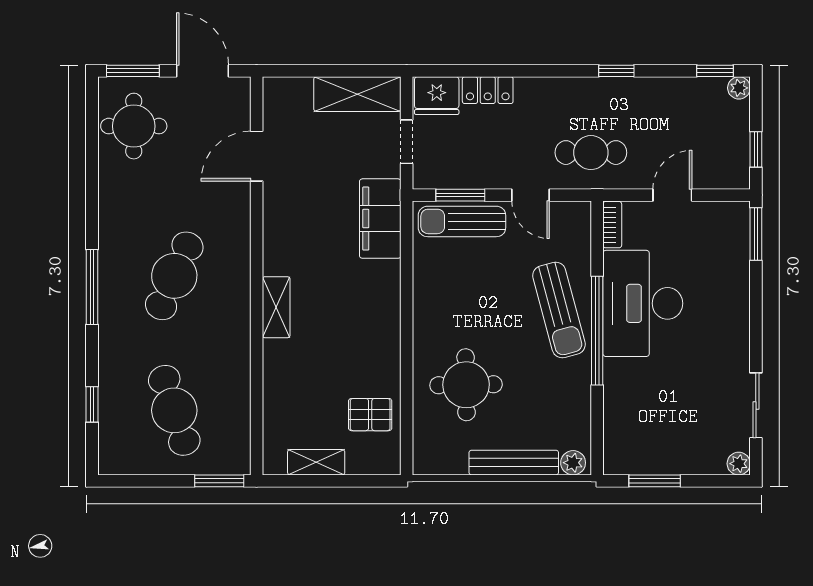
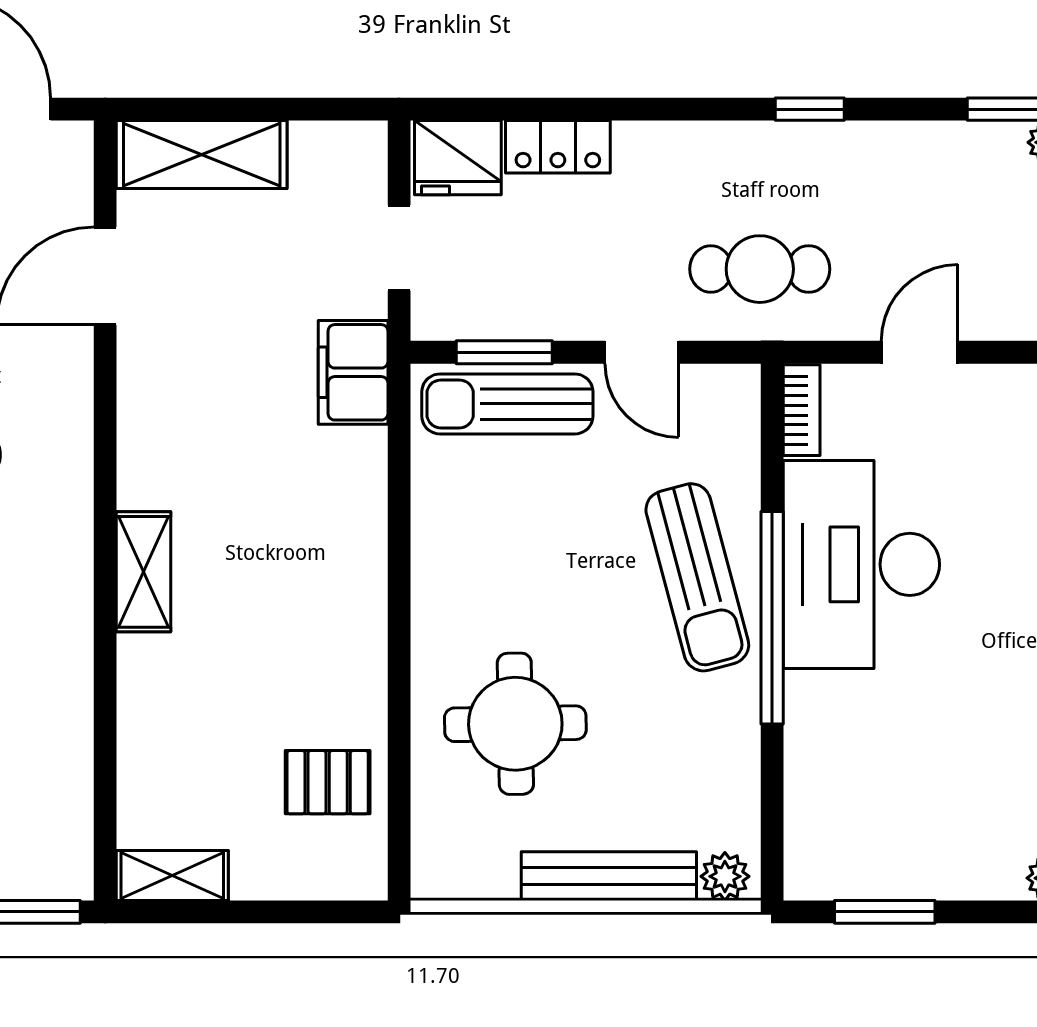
shelving: (357, 94) -> (202, 155), moved
filing cabinet: (380, 219) -> (353, 372), width x0.67, depth x0.86
shelving: (316, 462) -> (172, 875), moved

